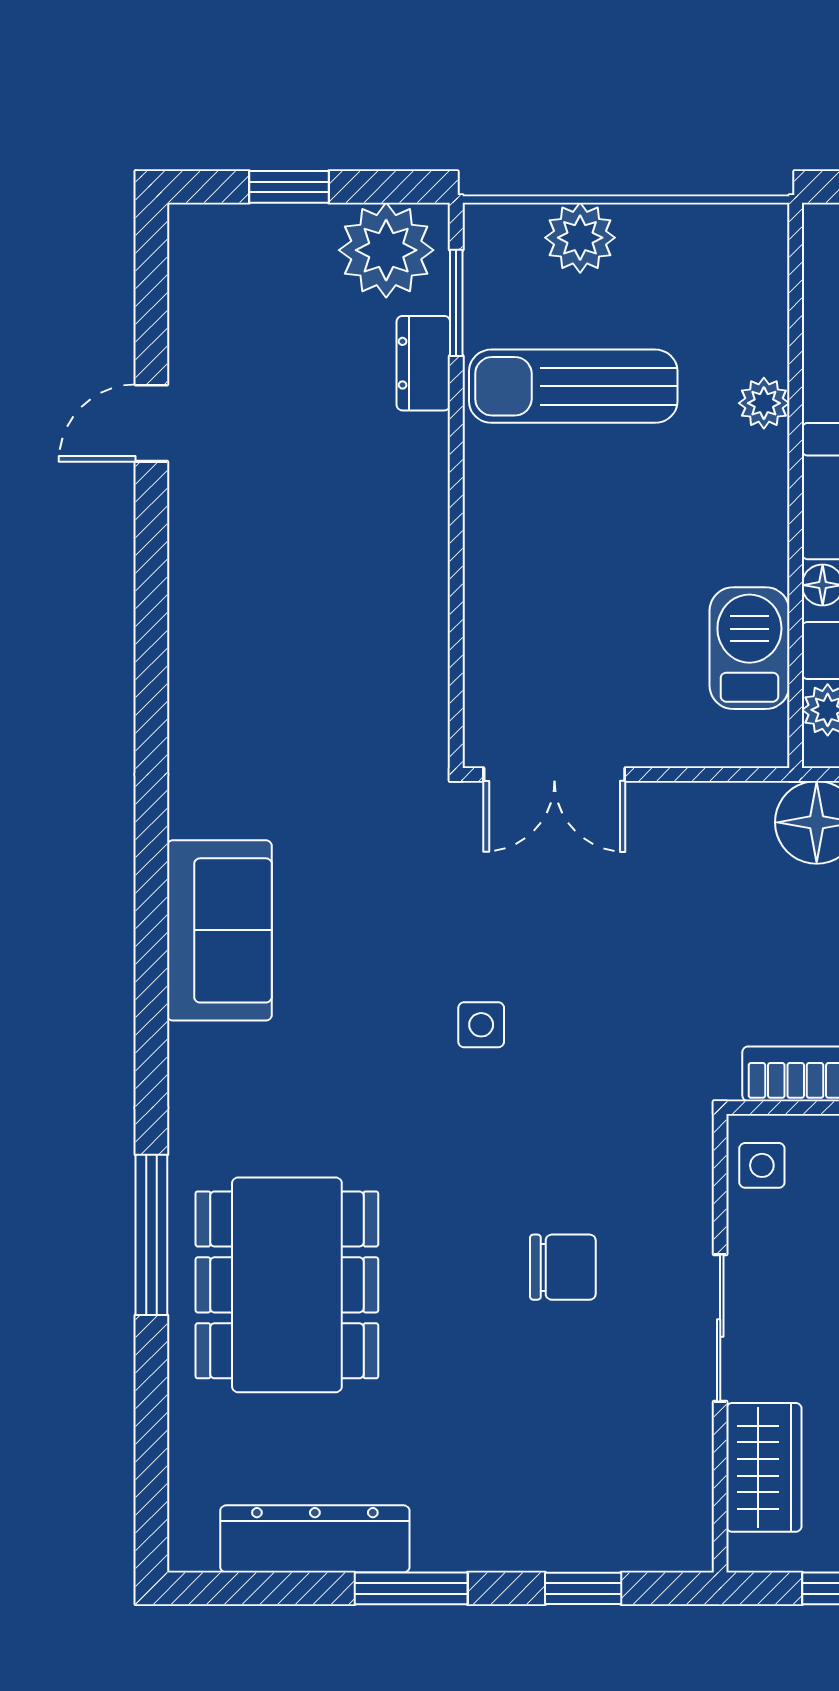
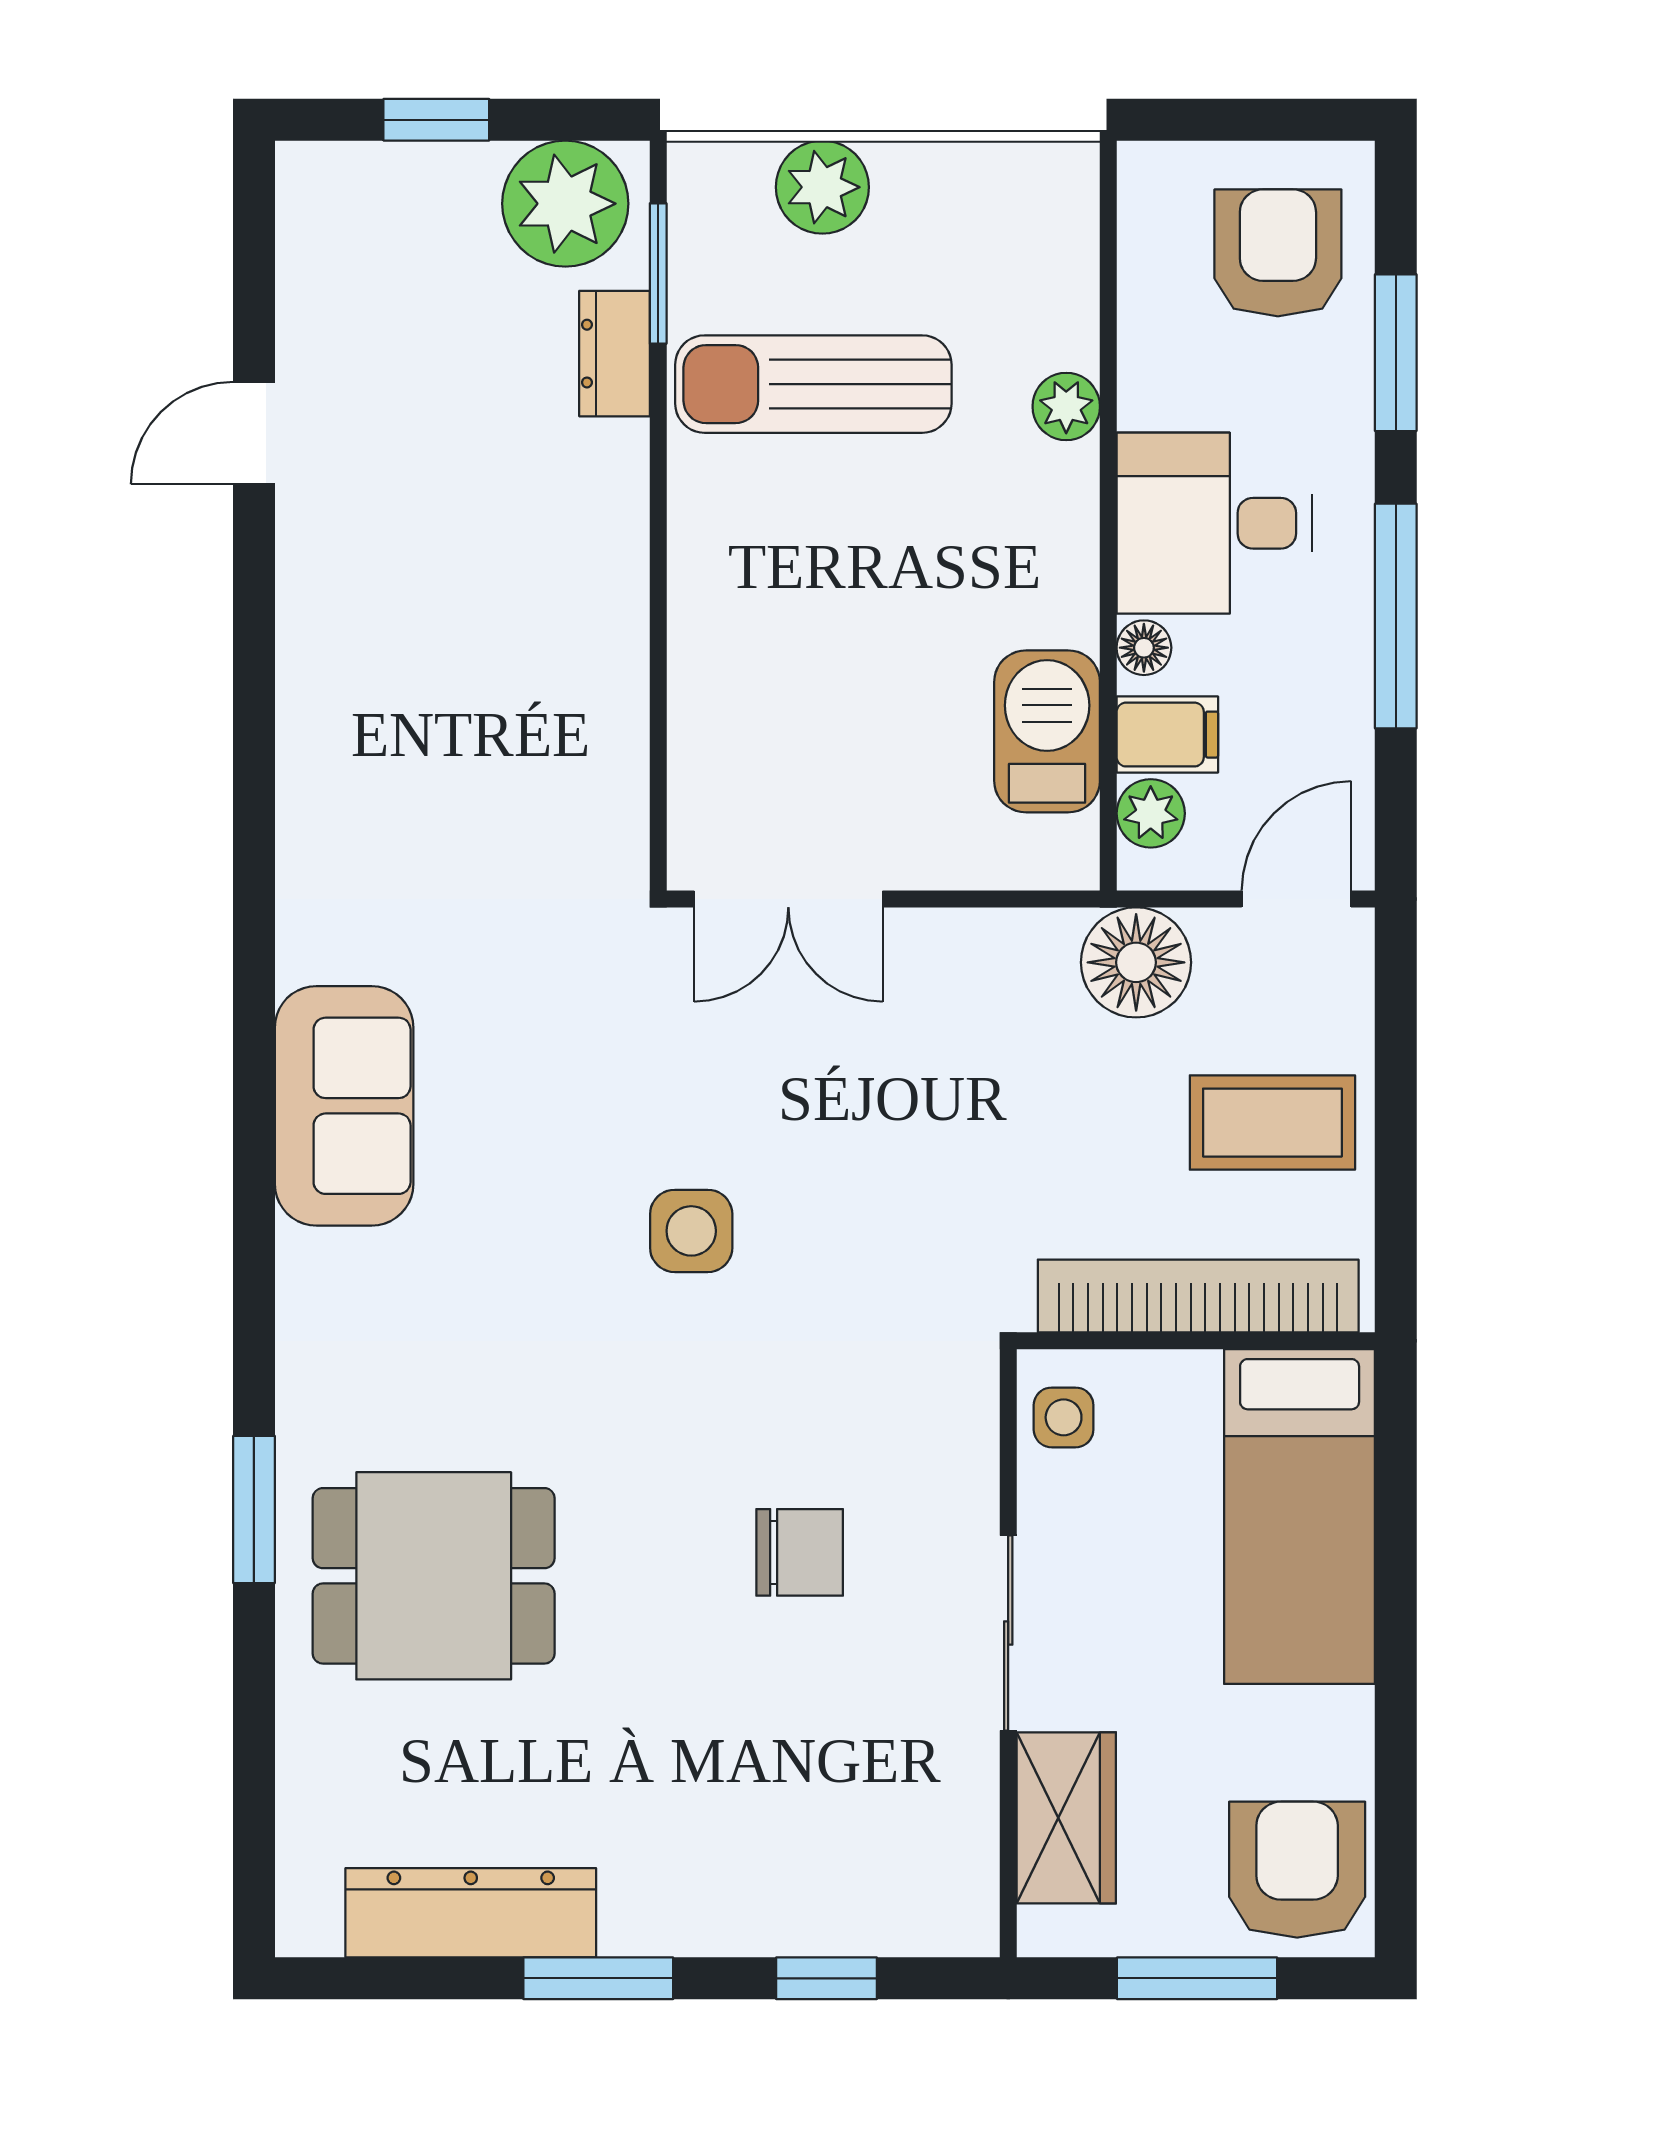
side table: (481, 1025) -> (691, 1231), width x1.37, depth x1.37
window: (151, 1235) -> (254, 1510), width x0.69
dining table: (287, 1285) -> (434, 1576), width x0.73

